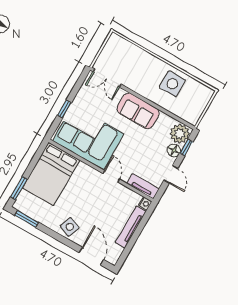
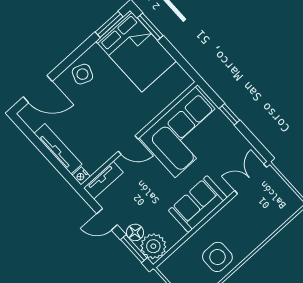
window: (186, 147) -> (134, 249), width x1.50
bed: (51, 174) -> (136, 51), moved, turned 180

